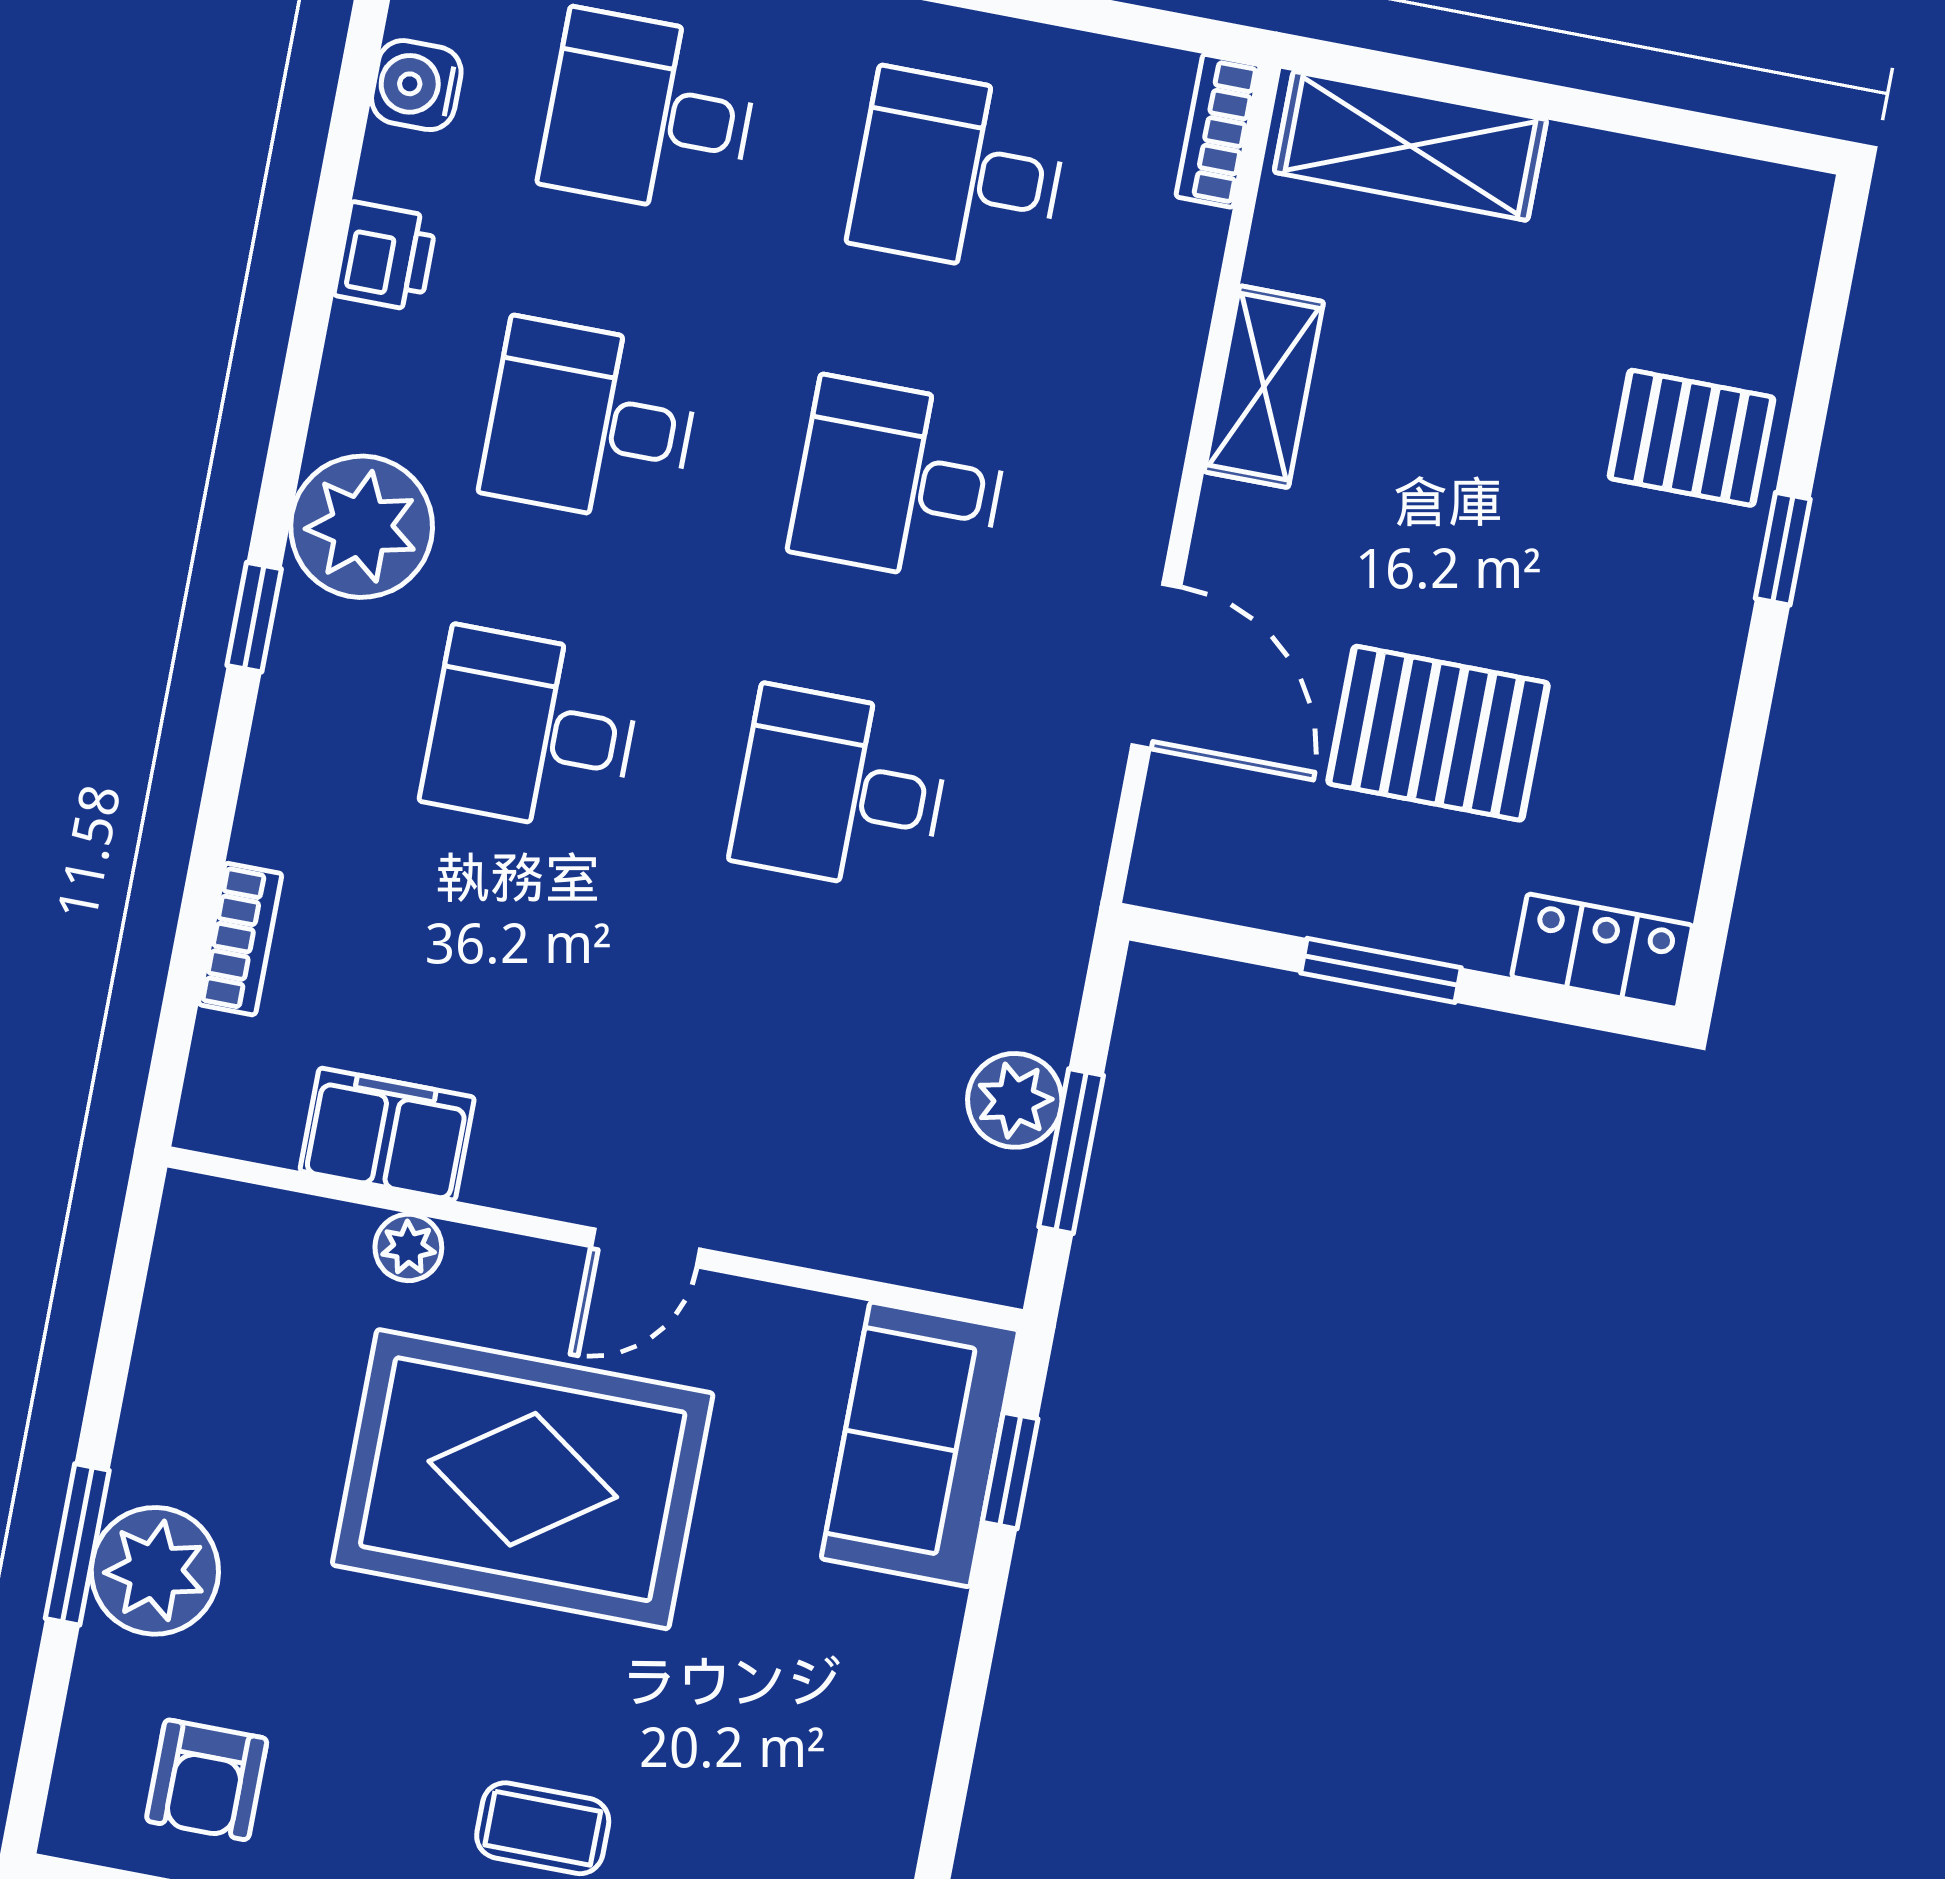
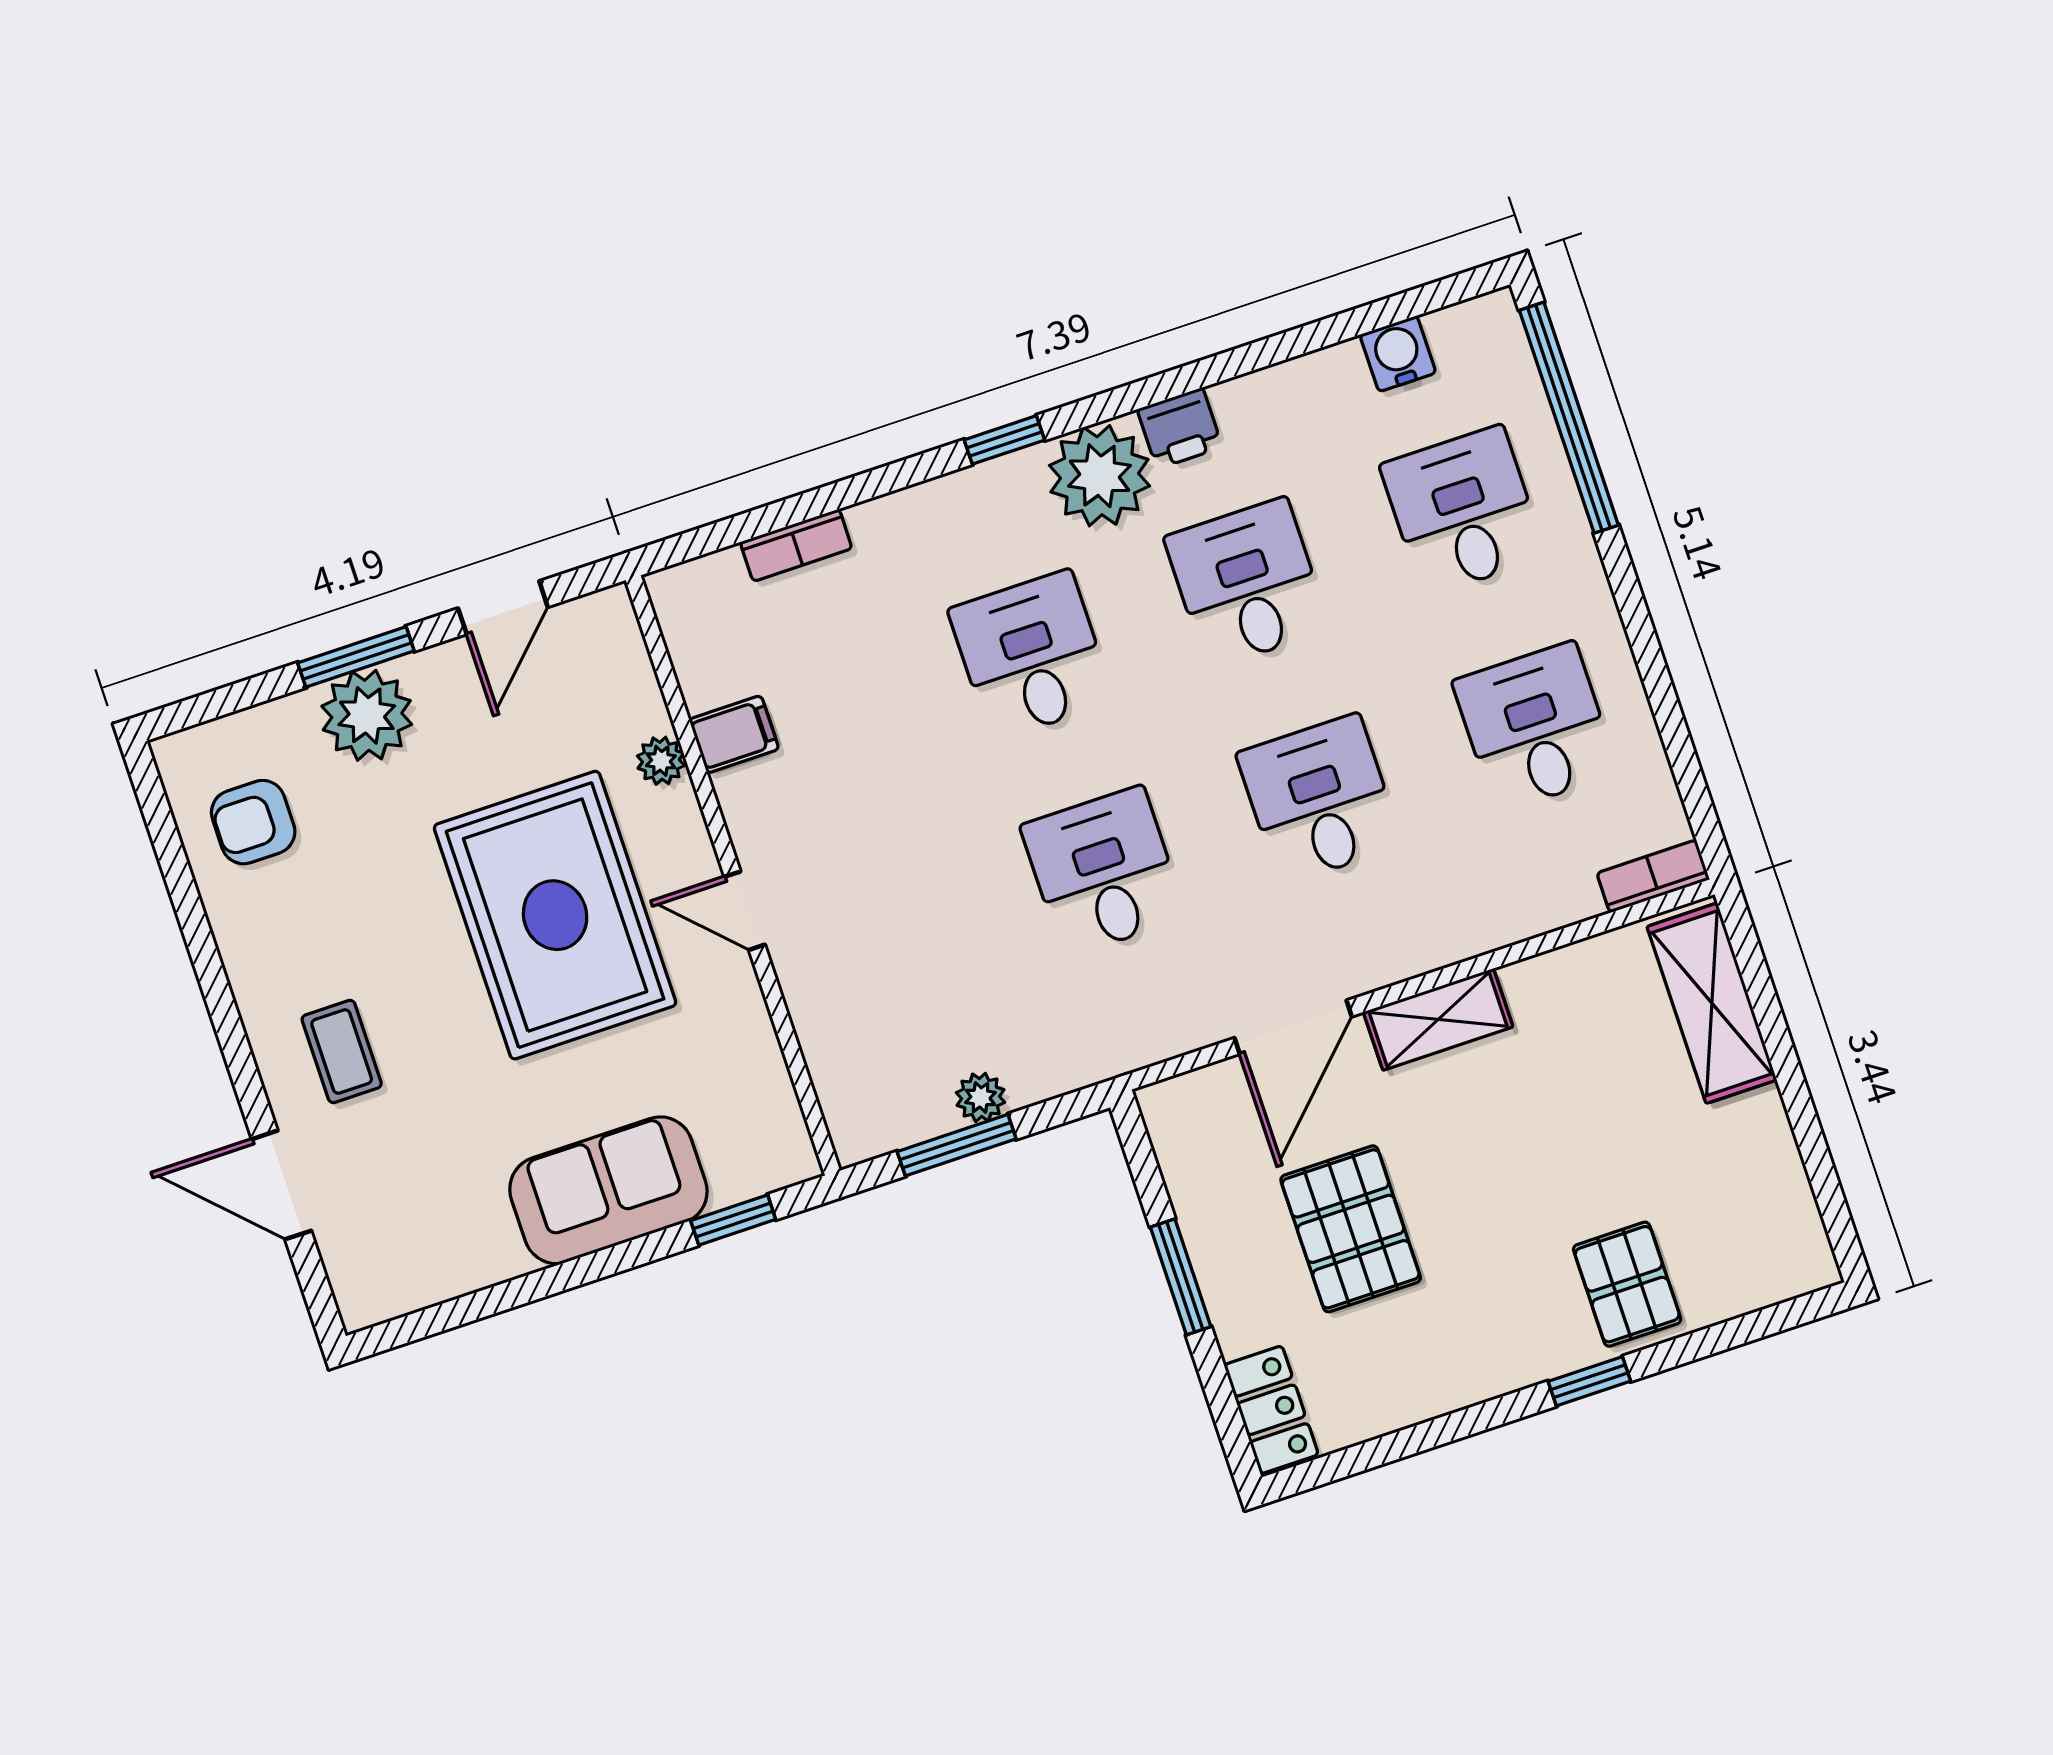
printer: (386, 256) -> (1180, 428), moved
shelving: (1264, 387) -> (1438, 1019), moved
plant: (1015, 1100) -> (980, 1097), width x0.73, depth x0.73
filing cabinet: (387, 1134) -> (734, 734), width x0.50
door: (117, 1334) -> (503, 608), added
sofa: (920, 1444) -> (608, 1190), moved

